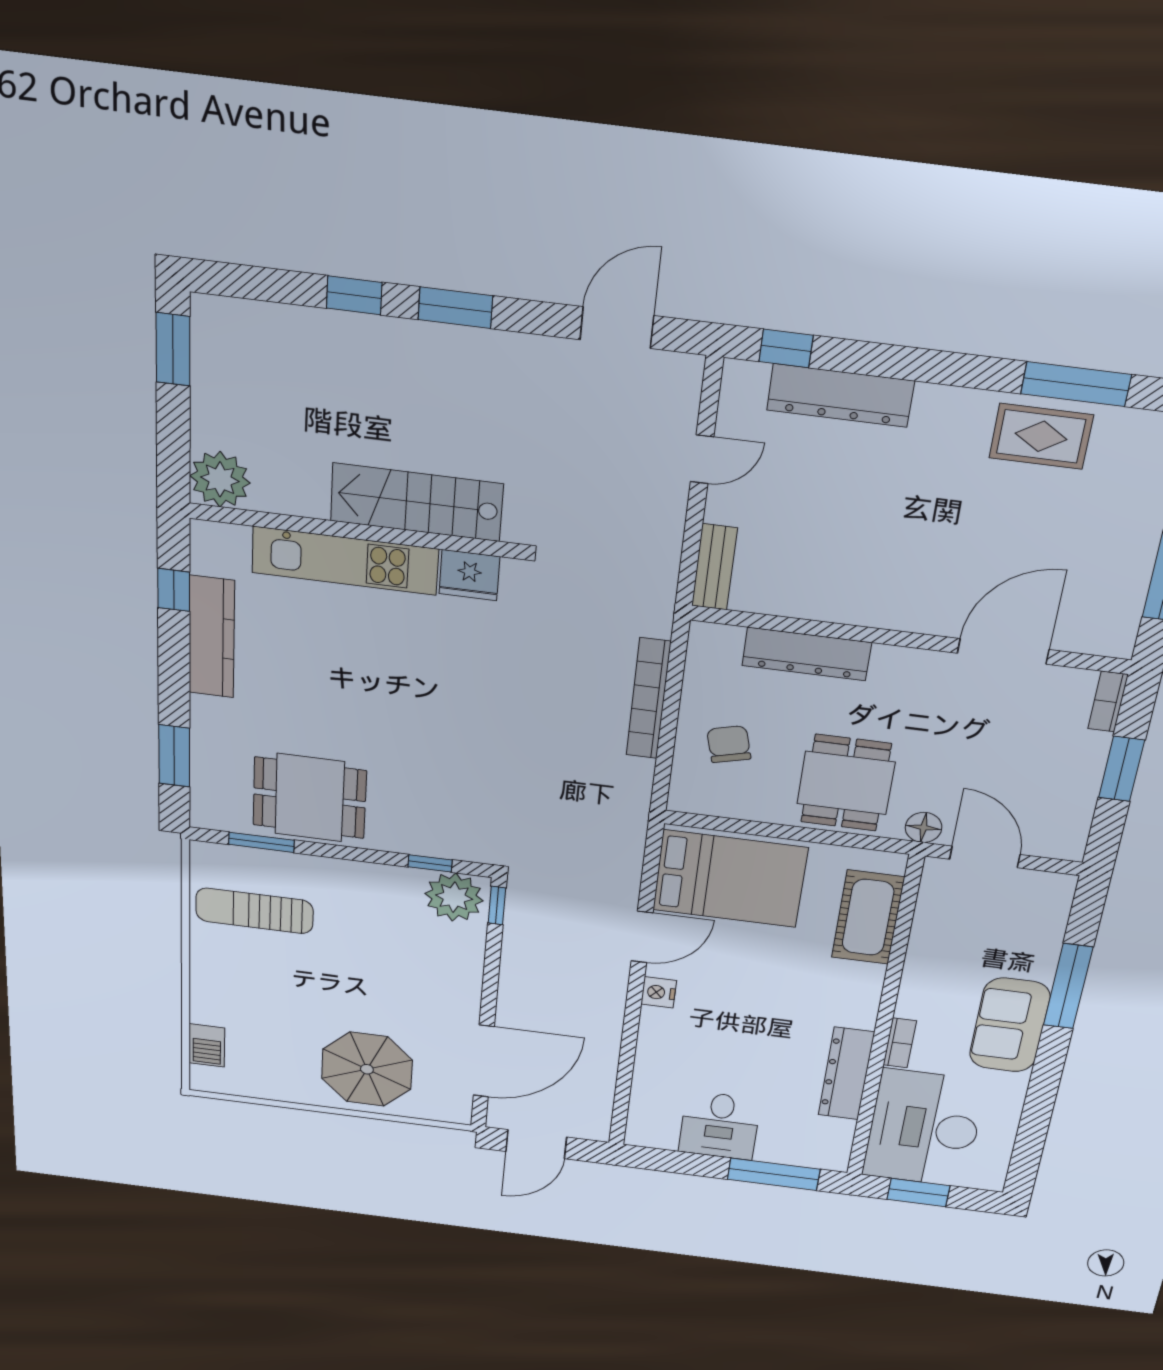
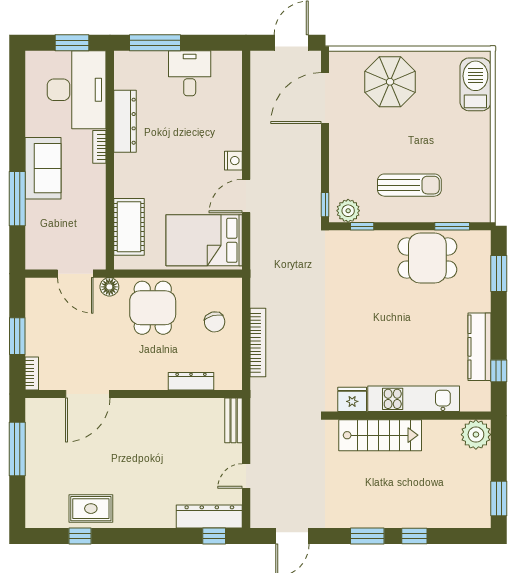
window: (1076, 384) -> (80, 536), width x0.46
dresser: (840, 395) -> (209, 516), moved
dresser: (807, 654) -> (191, 381), width x0.73, depth x0.80
plant: (454, 897) -> (348, 211), width x0.73, depth x0.73
sun lounger: (254, 911) -> (409, 185), moved
barbecue: (207, 1045) -> (475, 84), width x1.88, depth x1.53

